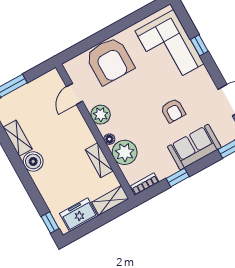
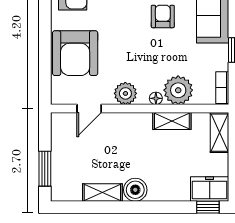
armchair: (110, 61) -> (75, 53), turned 90
door: (74, 94) -> (89, 109), hinge flipped
armchair: (173, 111) -> (163, 16), turned -90
freezer: (79, 215) -> (210, 189), moved, turned 90

